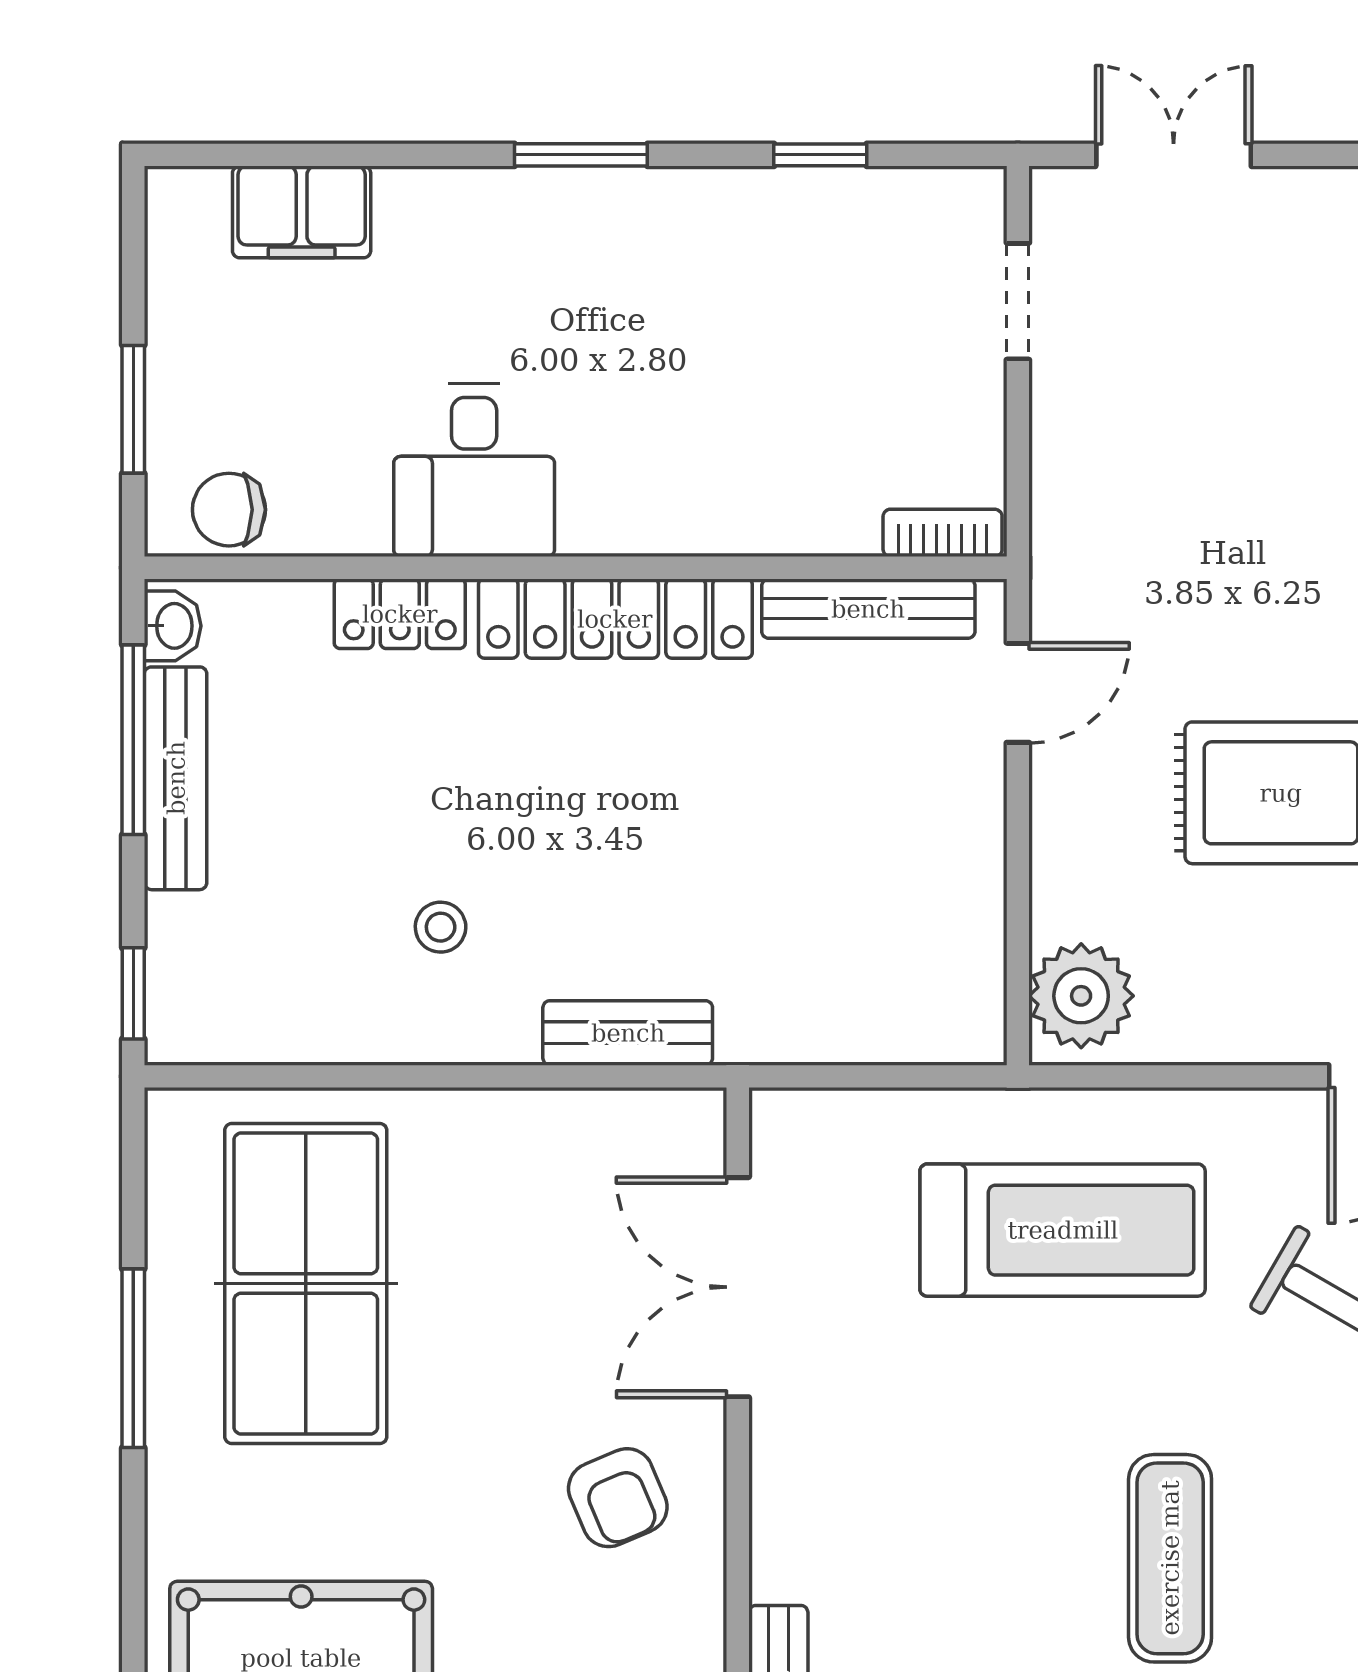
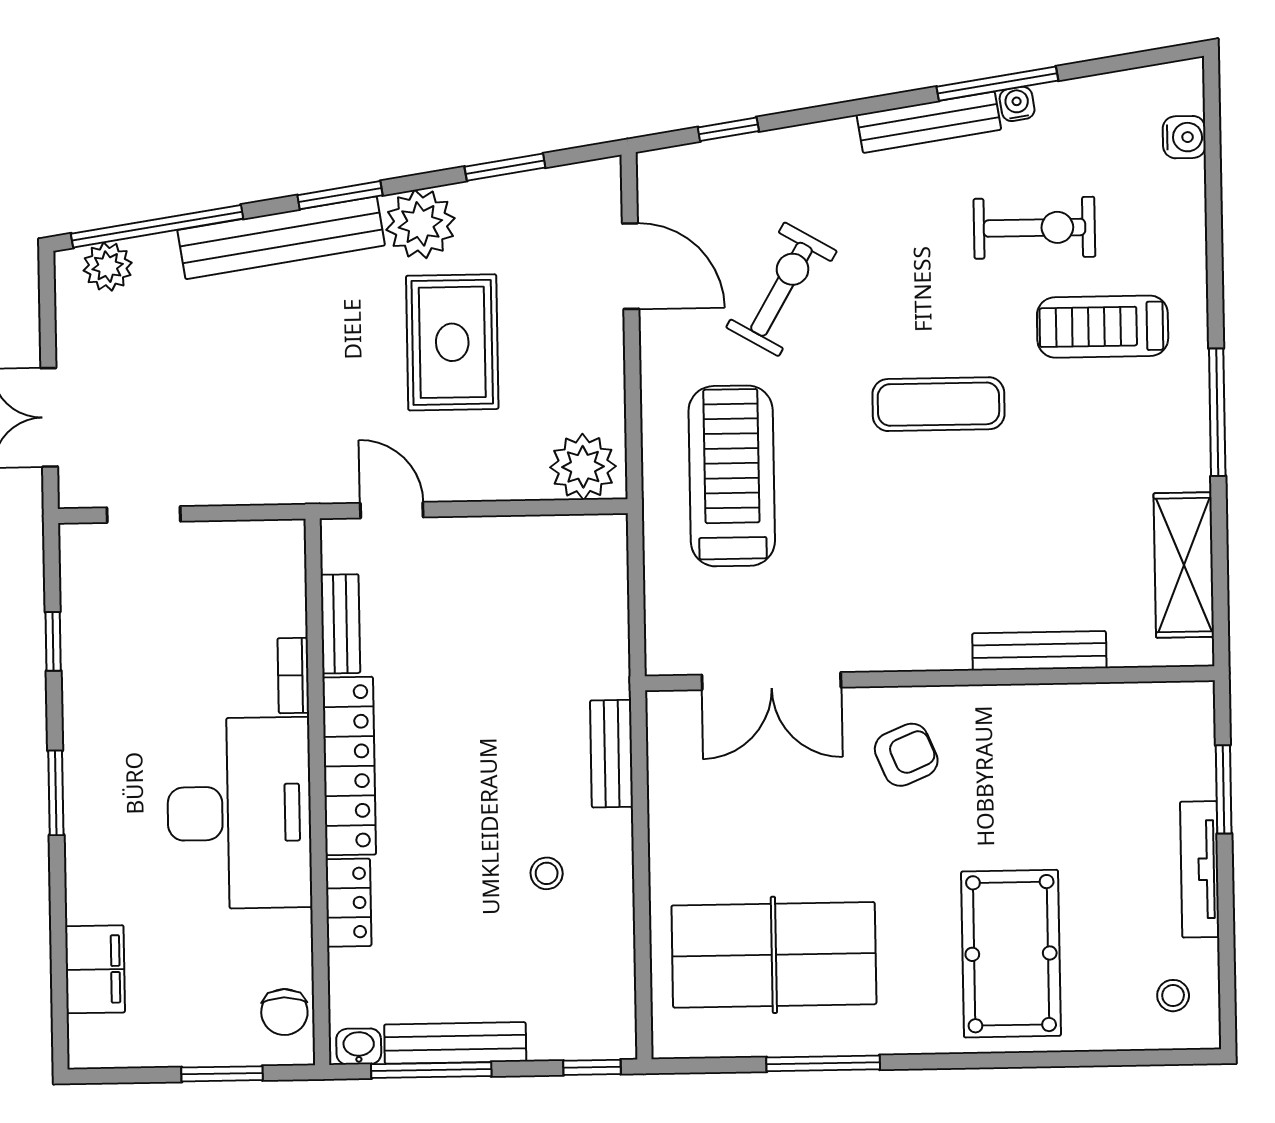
desk: (474, 470) -> (239, 813), width x1.87, depth x1.30
bookcase: (943, 533) -> (293, 675), moved
bench: (868, 609) -> (340, 624), width x0.73

